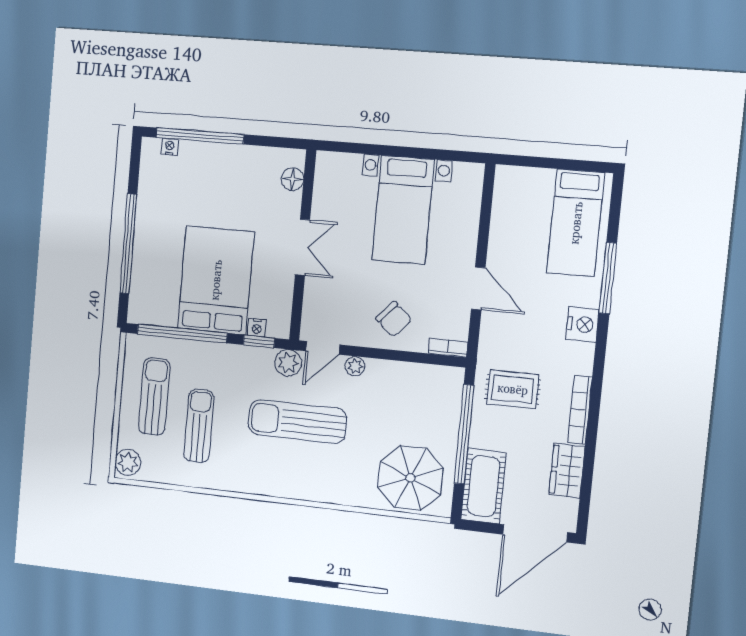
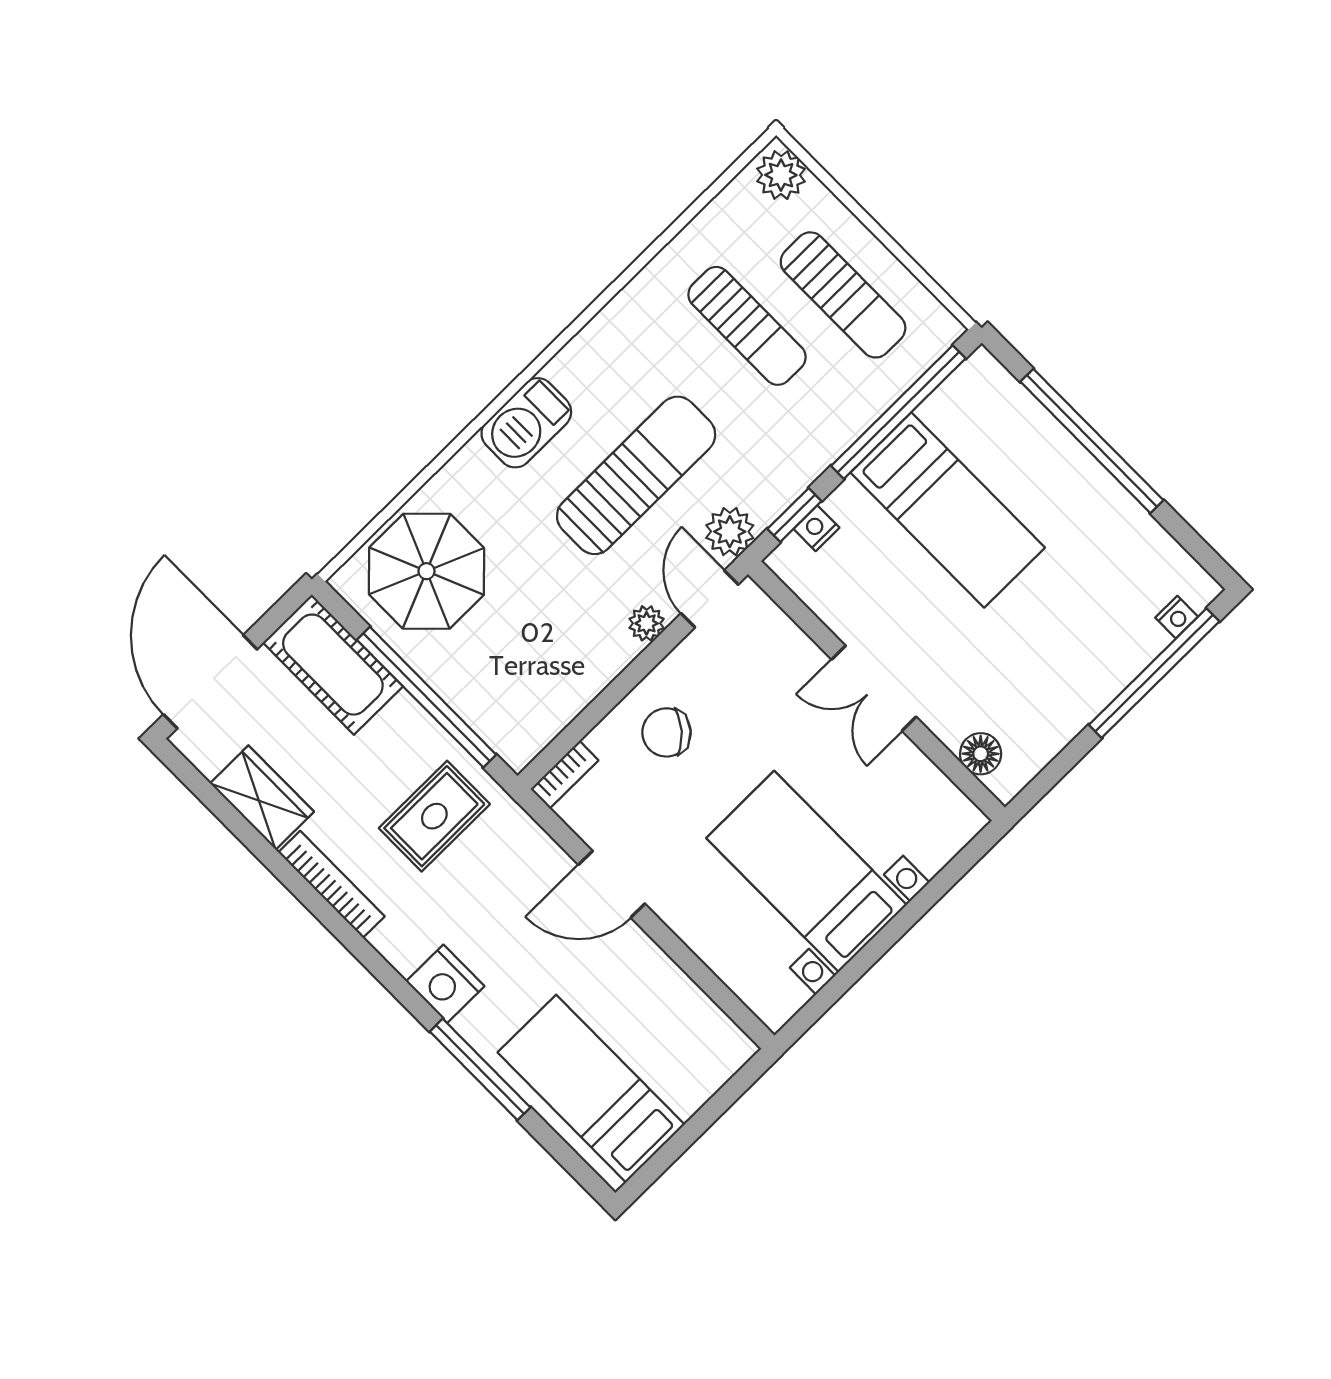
bed: (216, 280) -> (948, 510), width x0.67
barbecue: (314, 486) -> (526, 423), added

